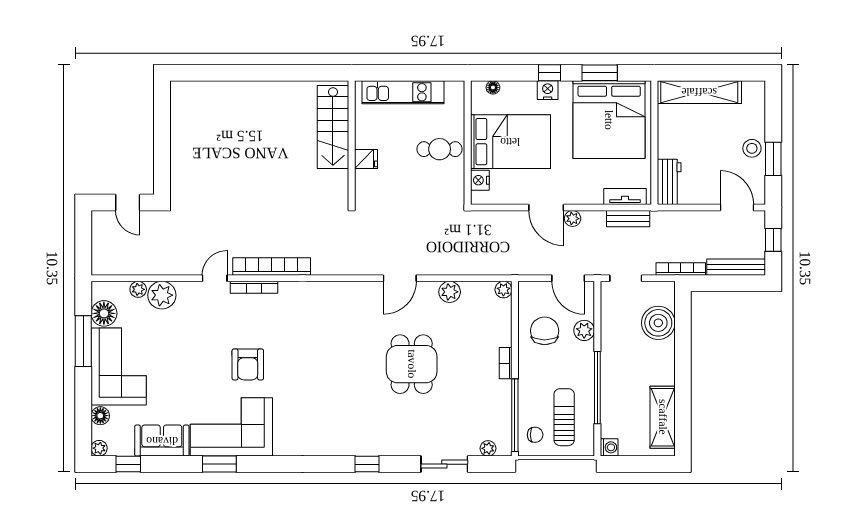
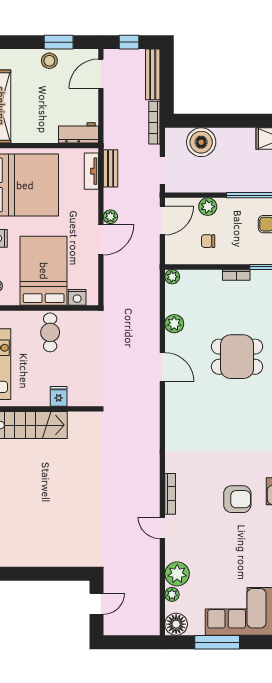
bookcase: (272, 267) -> (152, 478), removed
floor lamp: (104, 313) -> (176, 624), moved
chair: (545, 331) -> (208, 241), width x0.54, depth x0.54

